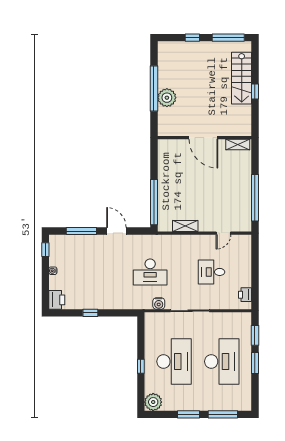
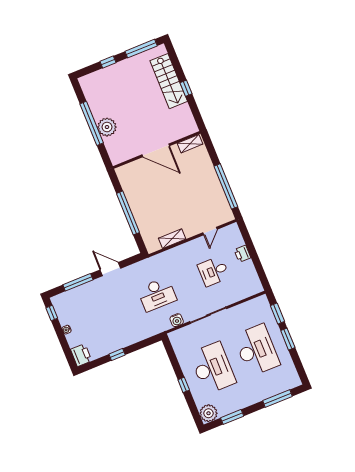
window: (154, 202) -> (128, 213), moved
printer: (245, 295) -> (242, 254), moved
window: (189, 414) -> (232, 417), moved

